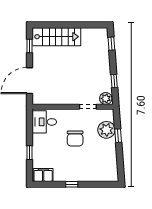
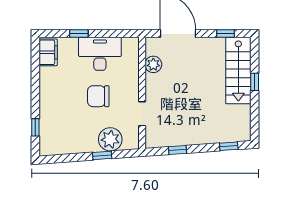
window: (65, 25) -> (255, 82), added
plant: (106, 98) -> (153, 64), moved
desk: (44, 122) -> (100, 54), moved, width x1.37
window: (72, 184) -> (35, 127), moved

